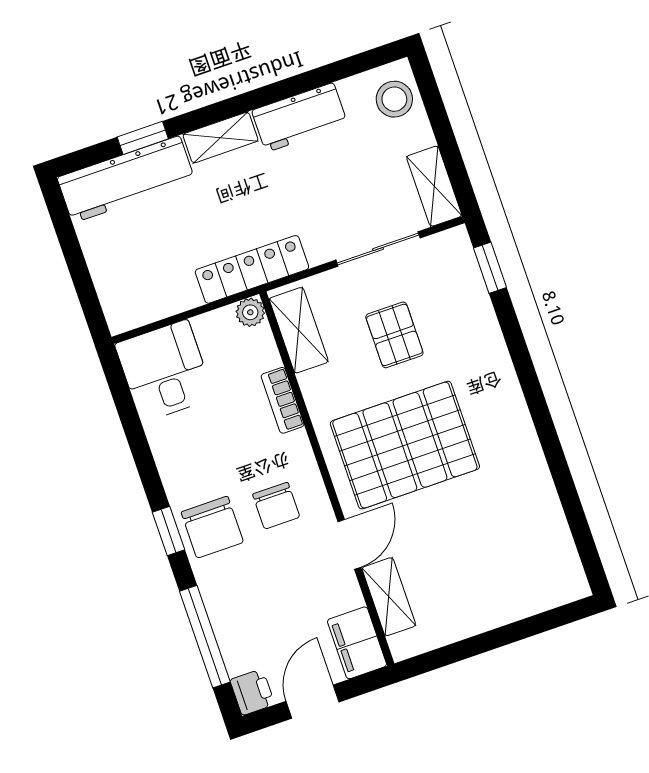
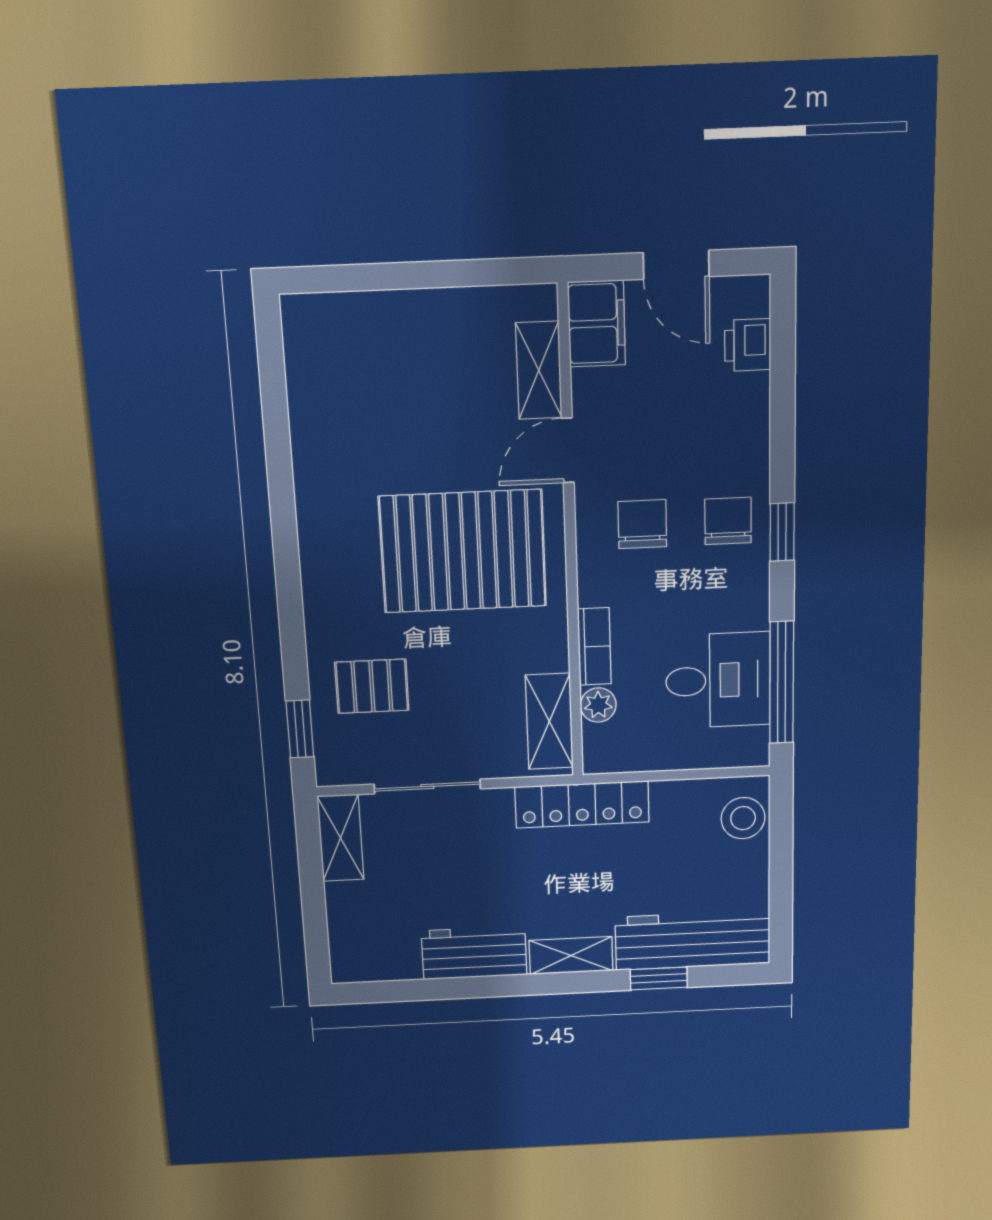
stool: (394, 99) -> (743, 818), moved
plant: (250, 312) -> (598, 705), moved
pallet: (394, 335) -> (372, 686), moved, turned 90
desk: (165, 371) -> (718, 680), moved, turned -90
chair: (212, 527) -> (728, 521), width x0.73, depth x0.73
window: (205, 637) -> (782, 683), moved
printer: (252, 692) -> (748, 345), moved
door: (313, 702) -> (676, 265), hinge flipped

